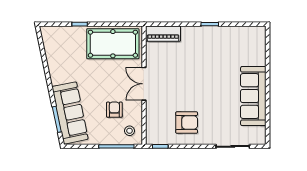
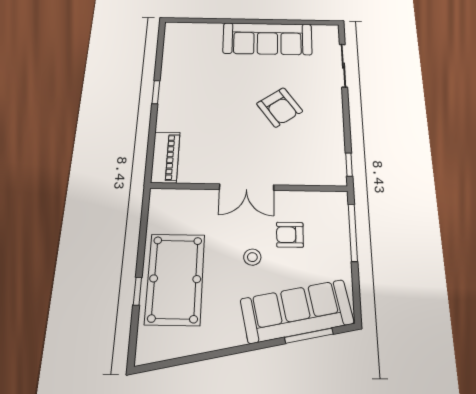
pool table: (113, 44) -> (175, 279), moved
armchair: (187, 123) -> (280, 107), moved, turned 145
stool: (130, 131) -> (252, 257), moved

